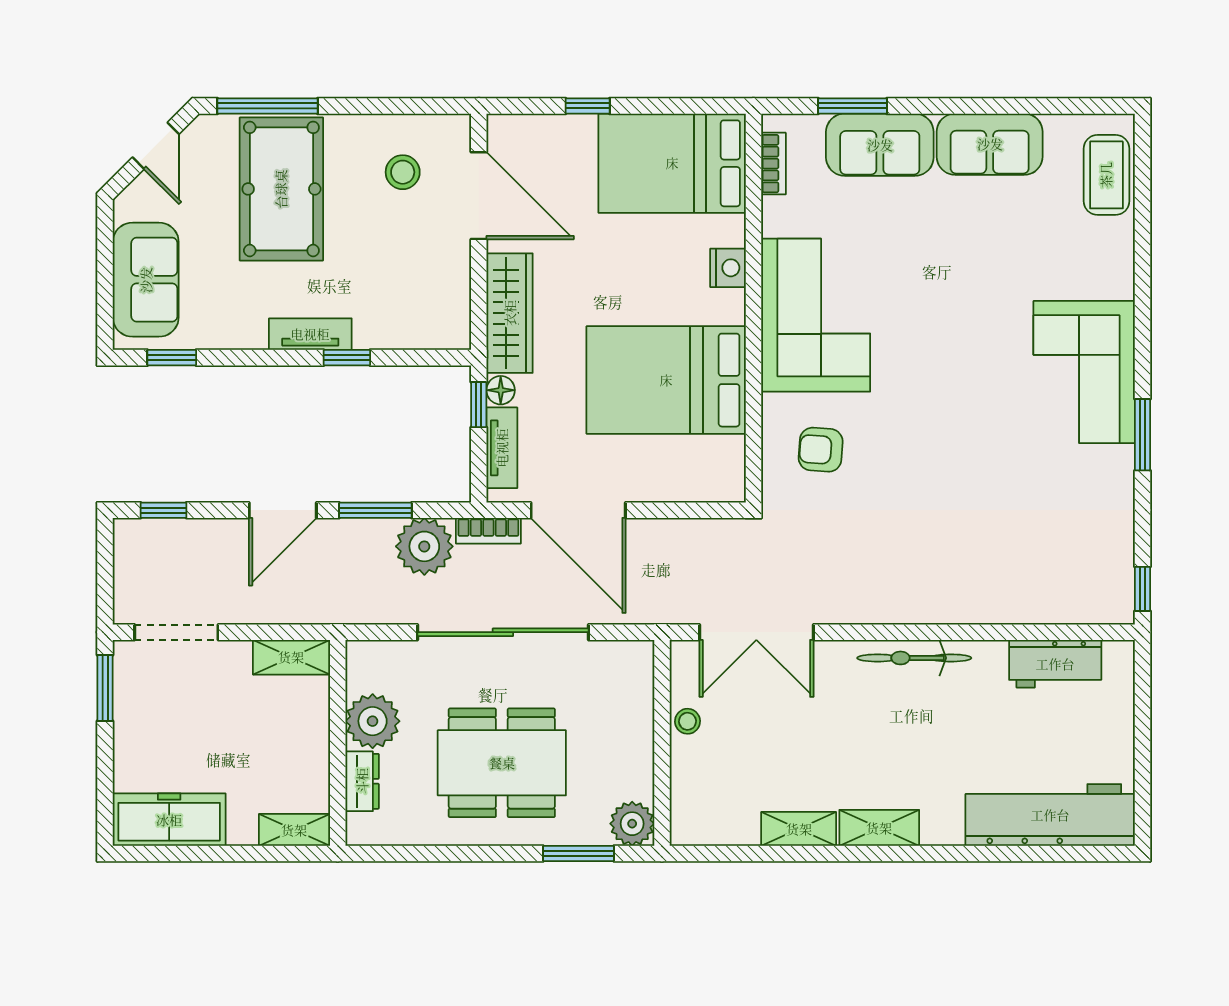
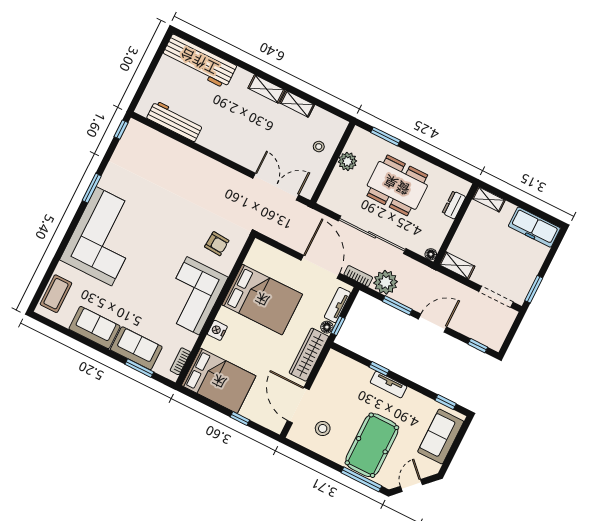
corner sofa: (1084, 372) -> (104, 236), width x1.36, depth x1.36
floor lamp: (359, 653) -> (431, 254), added
bicycle: (914, 658) -> (221, 147), removed
workbench: (1055, 664) -> (175, 121), width x1.38
plant: (373, 721) -> (438, 226), removed
stool: (688, 721) -> (319, 147), moved
plant: (632, 824) -> (347, 161), moved

